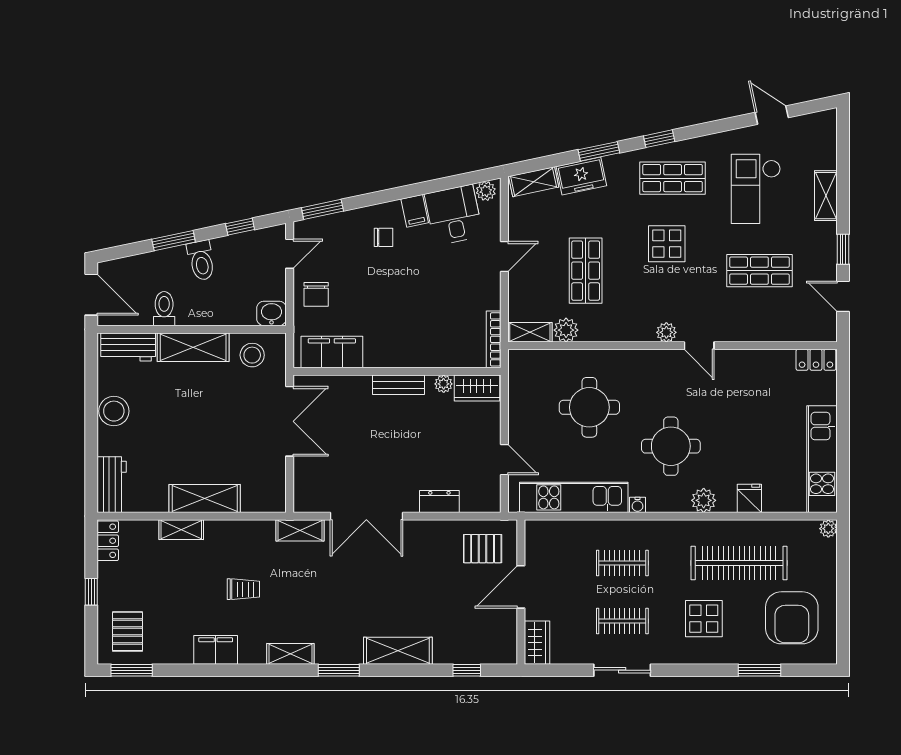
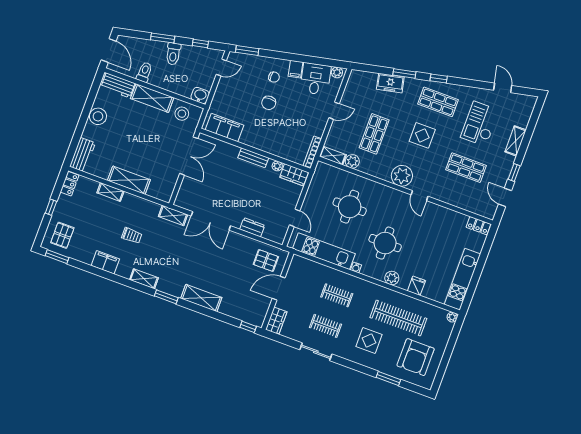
shelving: (534, 182) -> (364, 77), removed
chair: (316, 294) -> (269, 103), moved
plant: (666, 332) -> (402, 176), width x1.88, depth x1.88
window: (467, 670) -> (248, 327), moved

